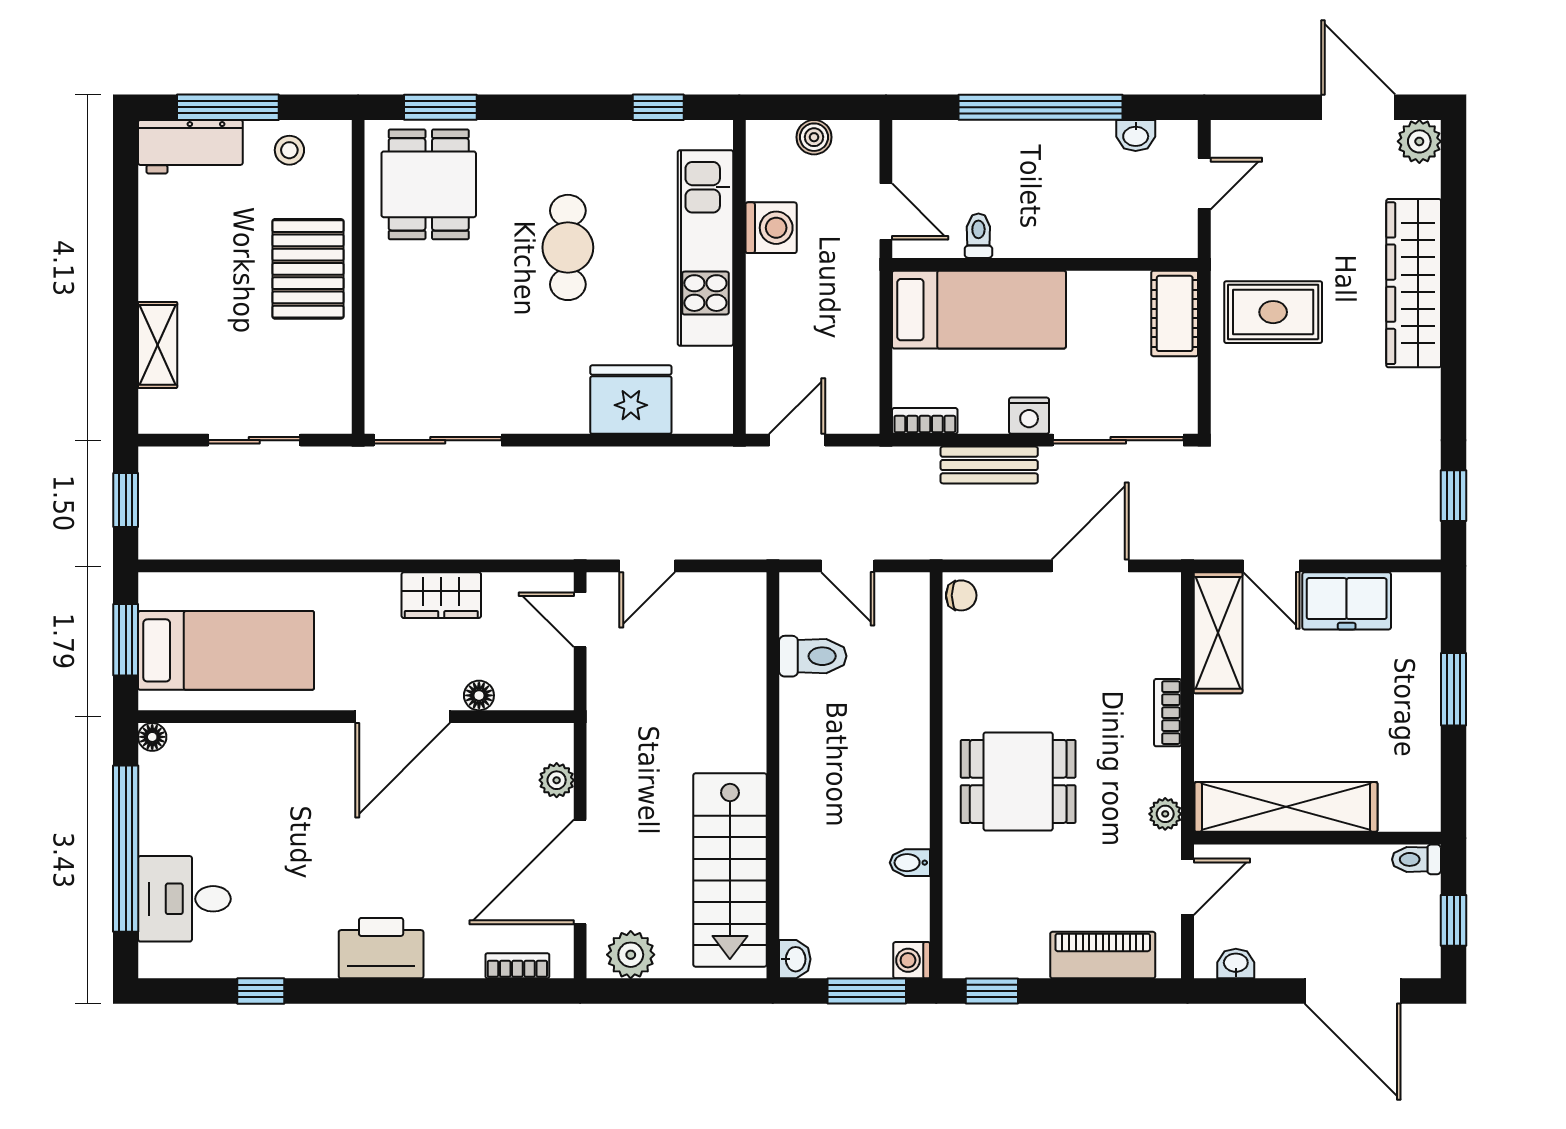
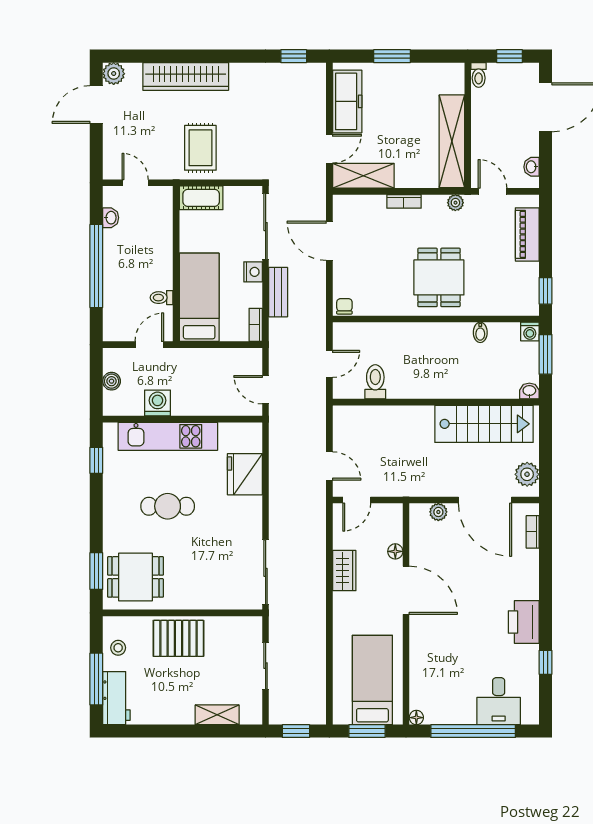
freezer: (1347, 601) -> (347, 101), width x1.40
printer: (381, 948) -> (524, 622), moved

